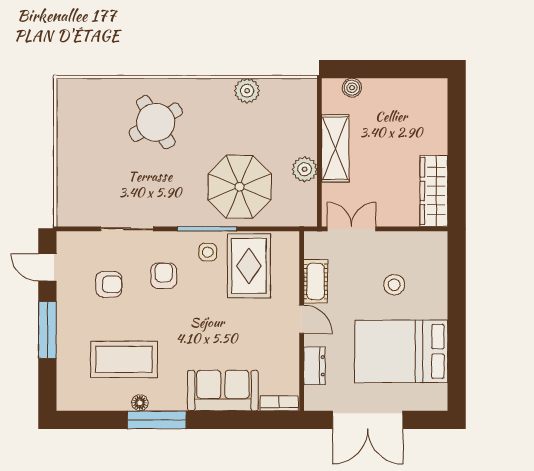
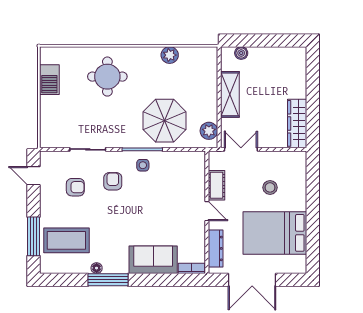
round table: (156, 122) -> (107, 77), turned 31
barbecue: (71, 127) -> (49, 80), added
plant: (305, 169) -> (209, 131), moved
rug: (249, 266) -> (171, 175), removed
window: (47, 330) -> (33, 236), moved
coffee table: (124, 359) -> (66, 240), moved
dresser: (314, 366) -> (216, 248), width x1.44

